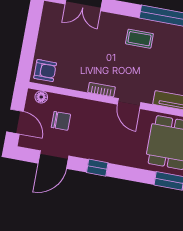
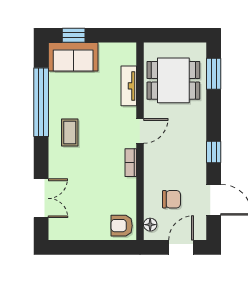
armchair: (45, 71) -> (122, 226), turned -90
chair: (61, 121) -> (172, 199), turned 90

